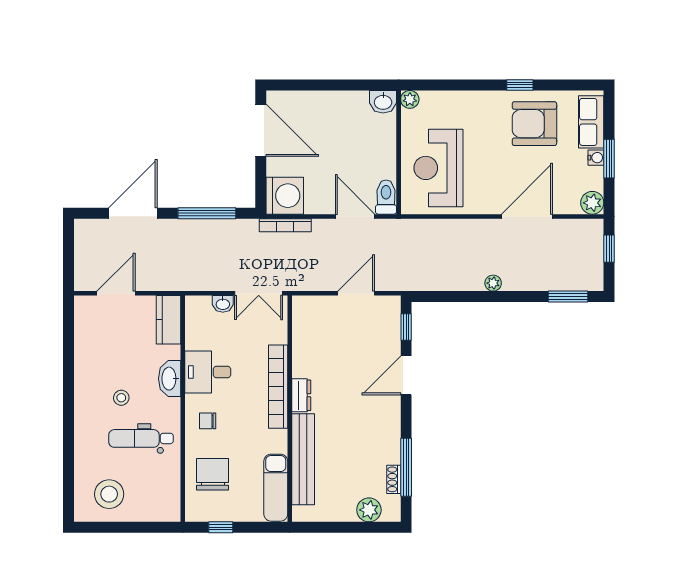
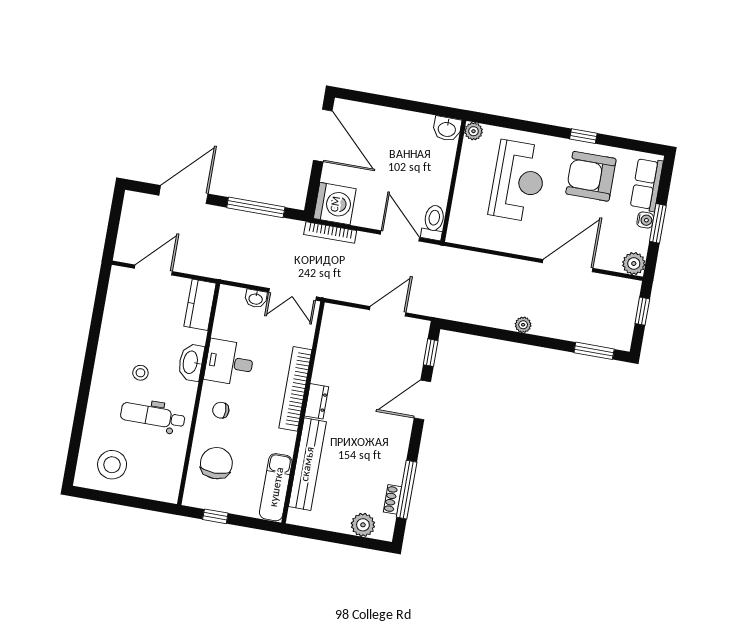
reception desk: (438, 168) -> (518, 181), moved, turned 180

